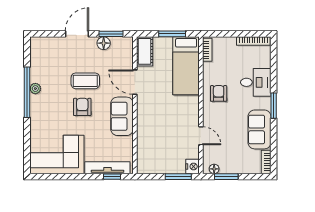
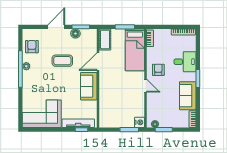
door: (135, 82) -> (98, 62), hinge flipped
armchair: (82, 107) -> (32, 47), moved
door: (201, 136) -> (146, 86), moved

